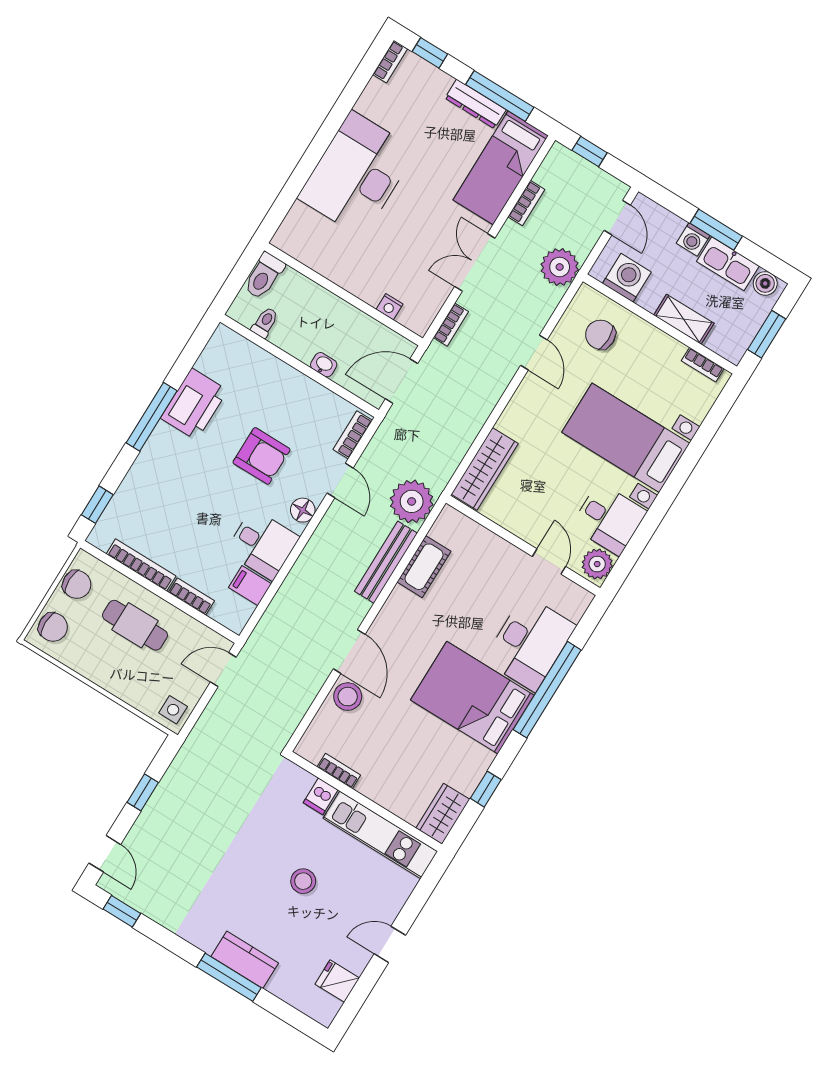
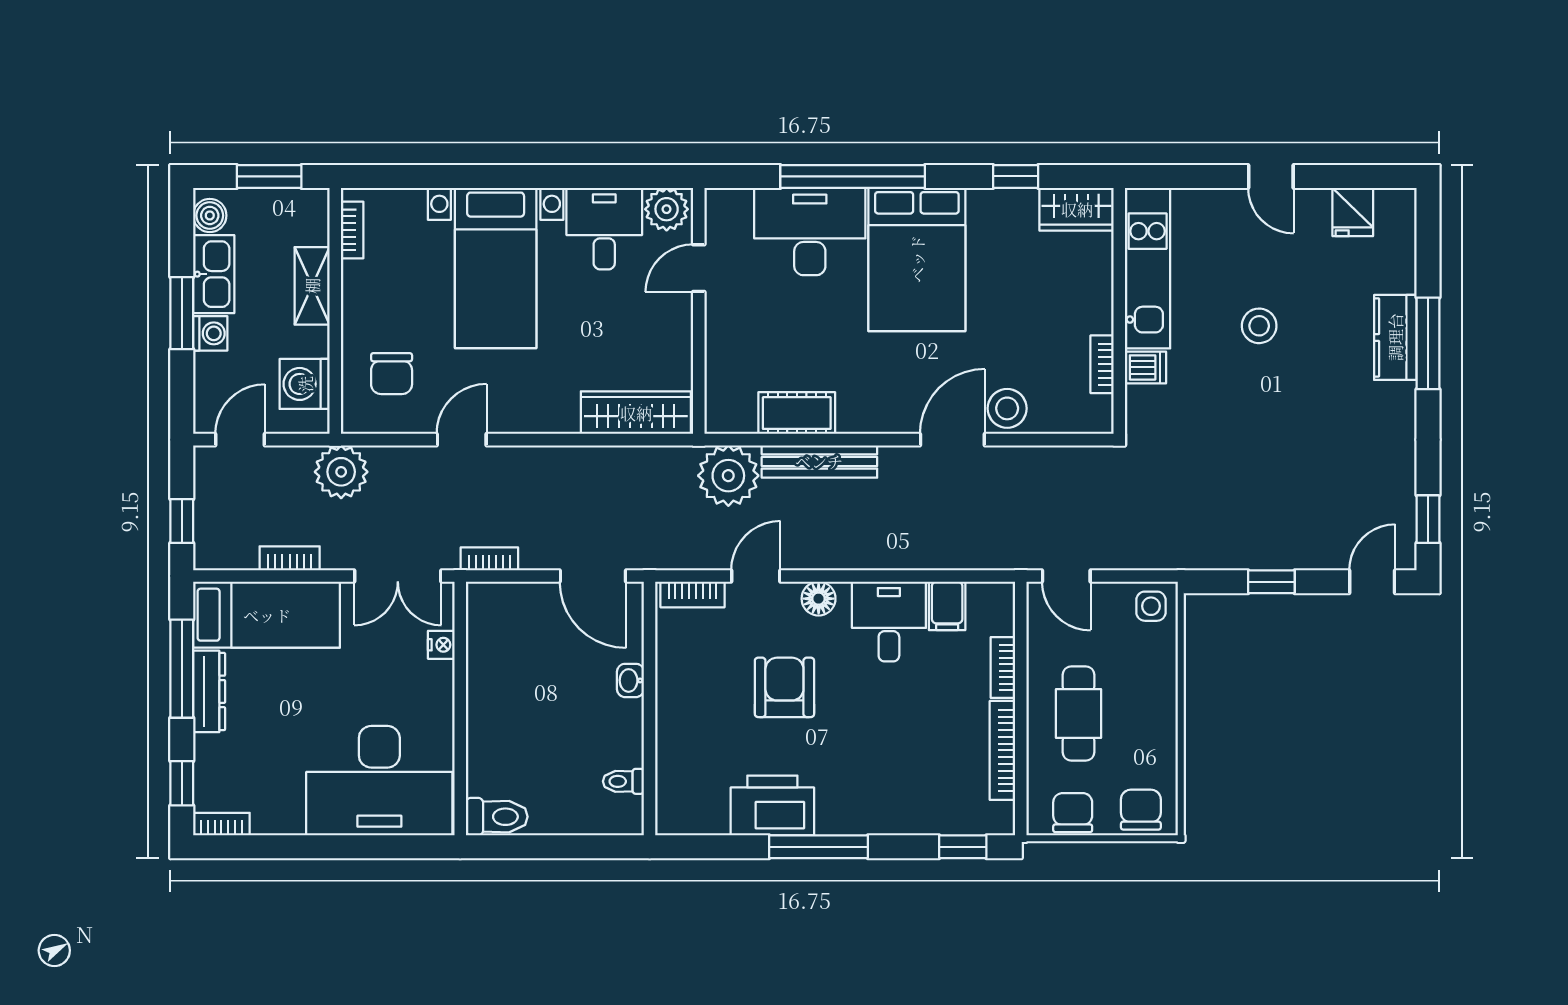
toilet: (264, 276) -> (497, 817), moved
wall: (344, 294) -> (460, 709), moved
nightstand: (389, 307) -> (441, 645), moved

